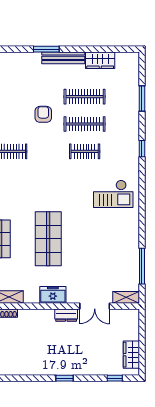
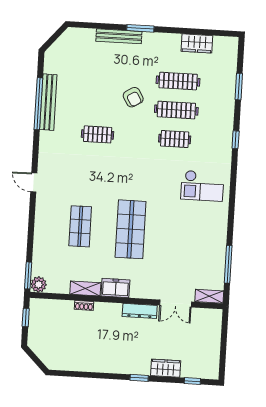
bench: (63, 58) -> (119, 36), moved
armchair: (43, 114) -> (133, 97), turned 149
freezer: (53, 295) -> (115, 288), moved
dresser: (66, 315) -> (140, 311), width x1.44
wardrobe: (131, 355) -> (166, 368), moved, turned 90

